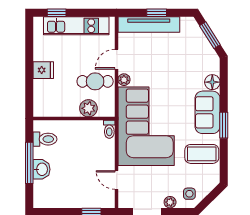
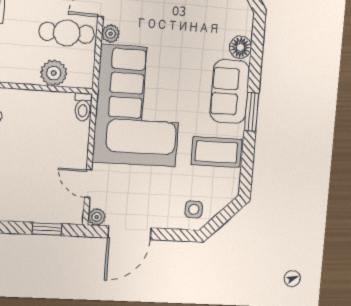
plant: (170, 202) -> (97, 217), moved

